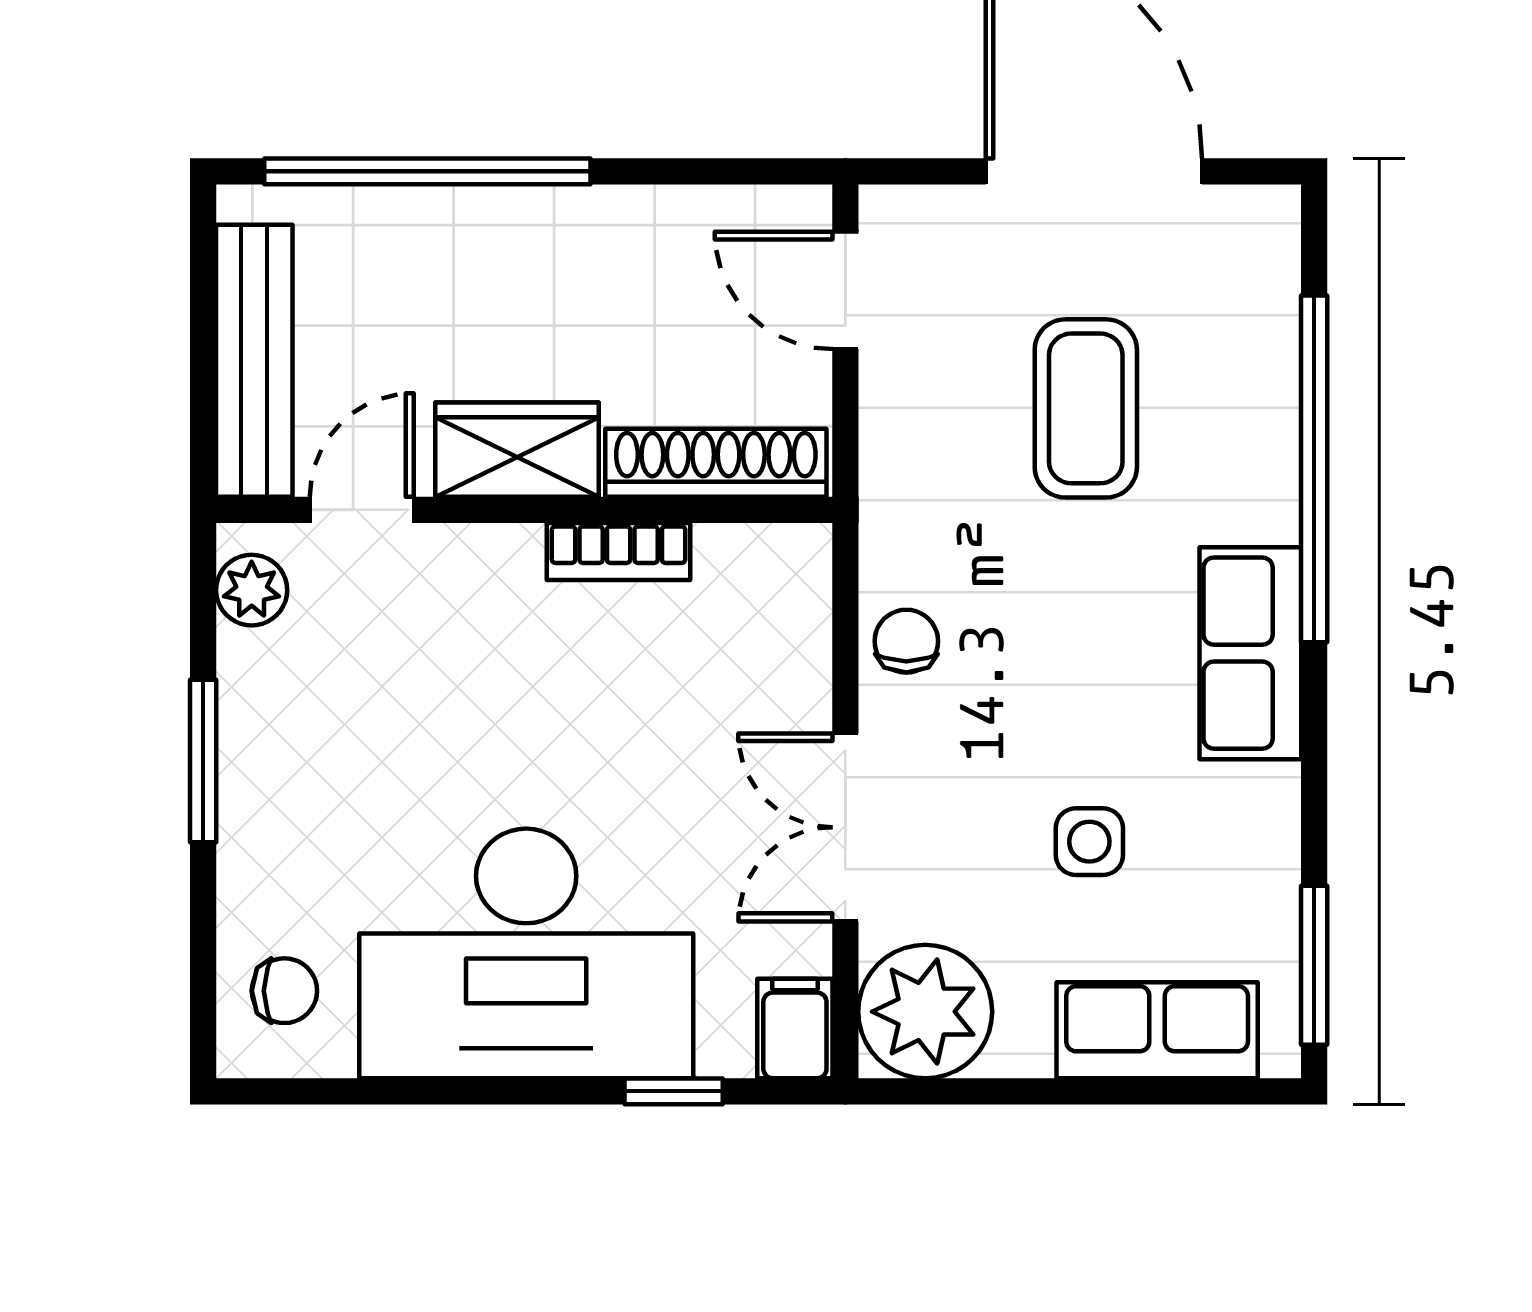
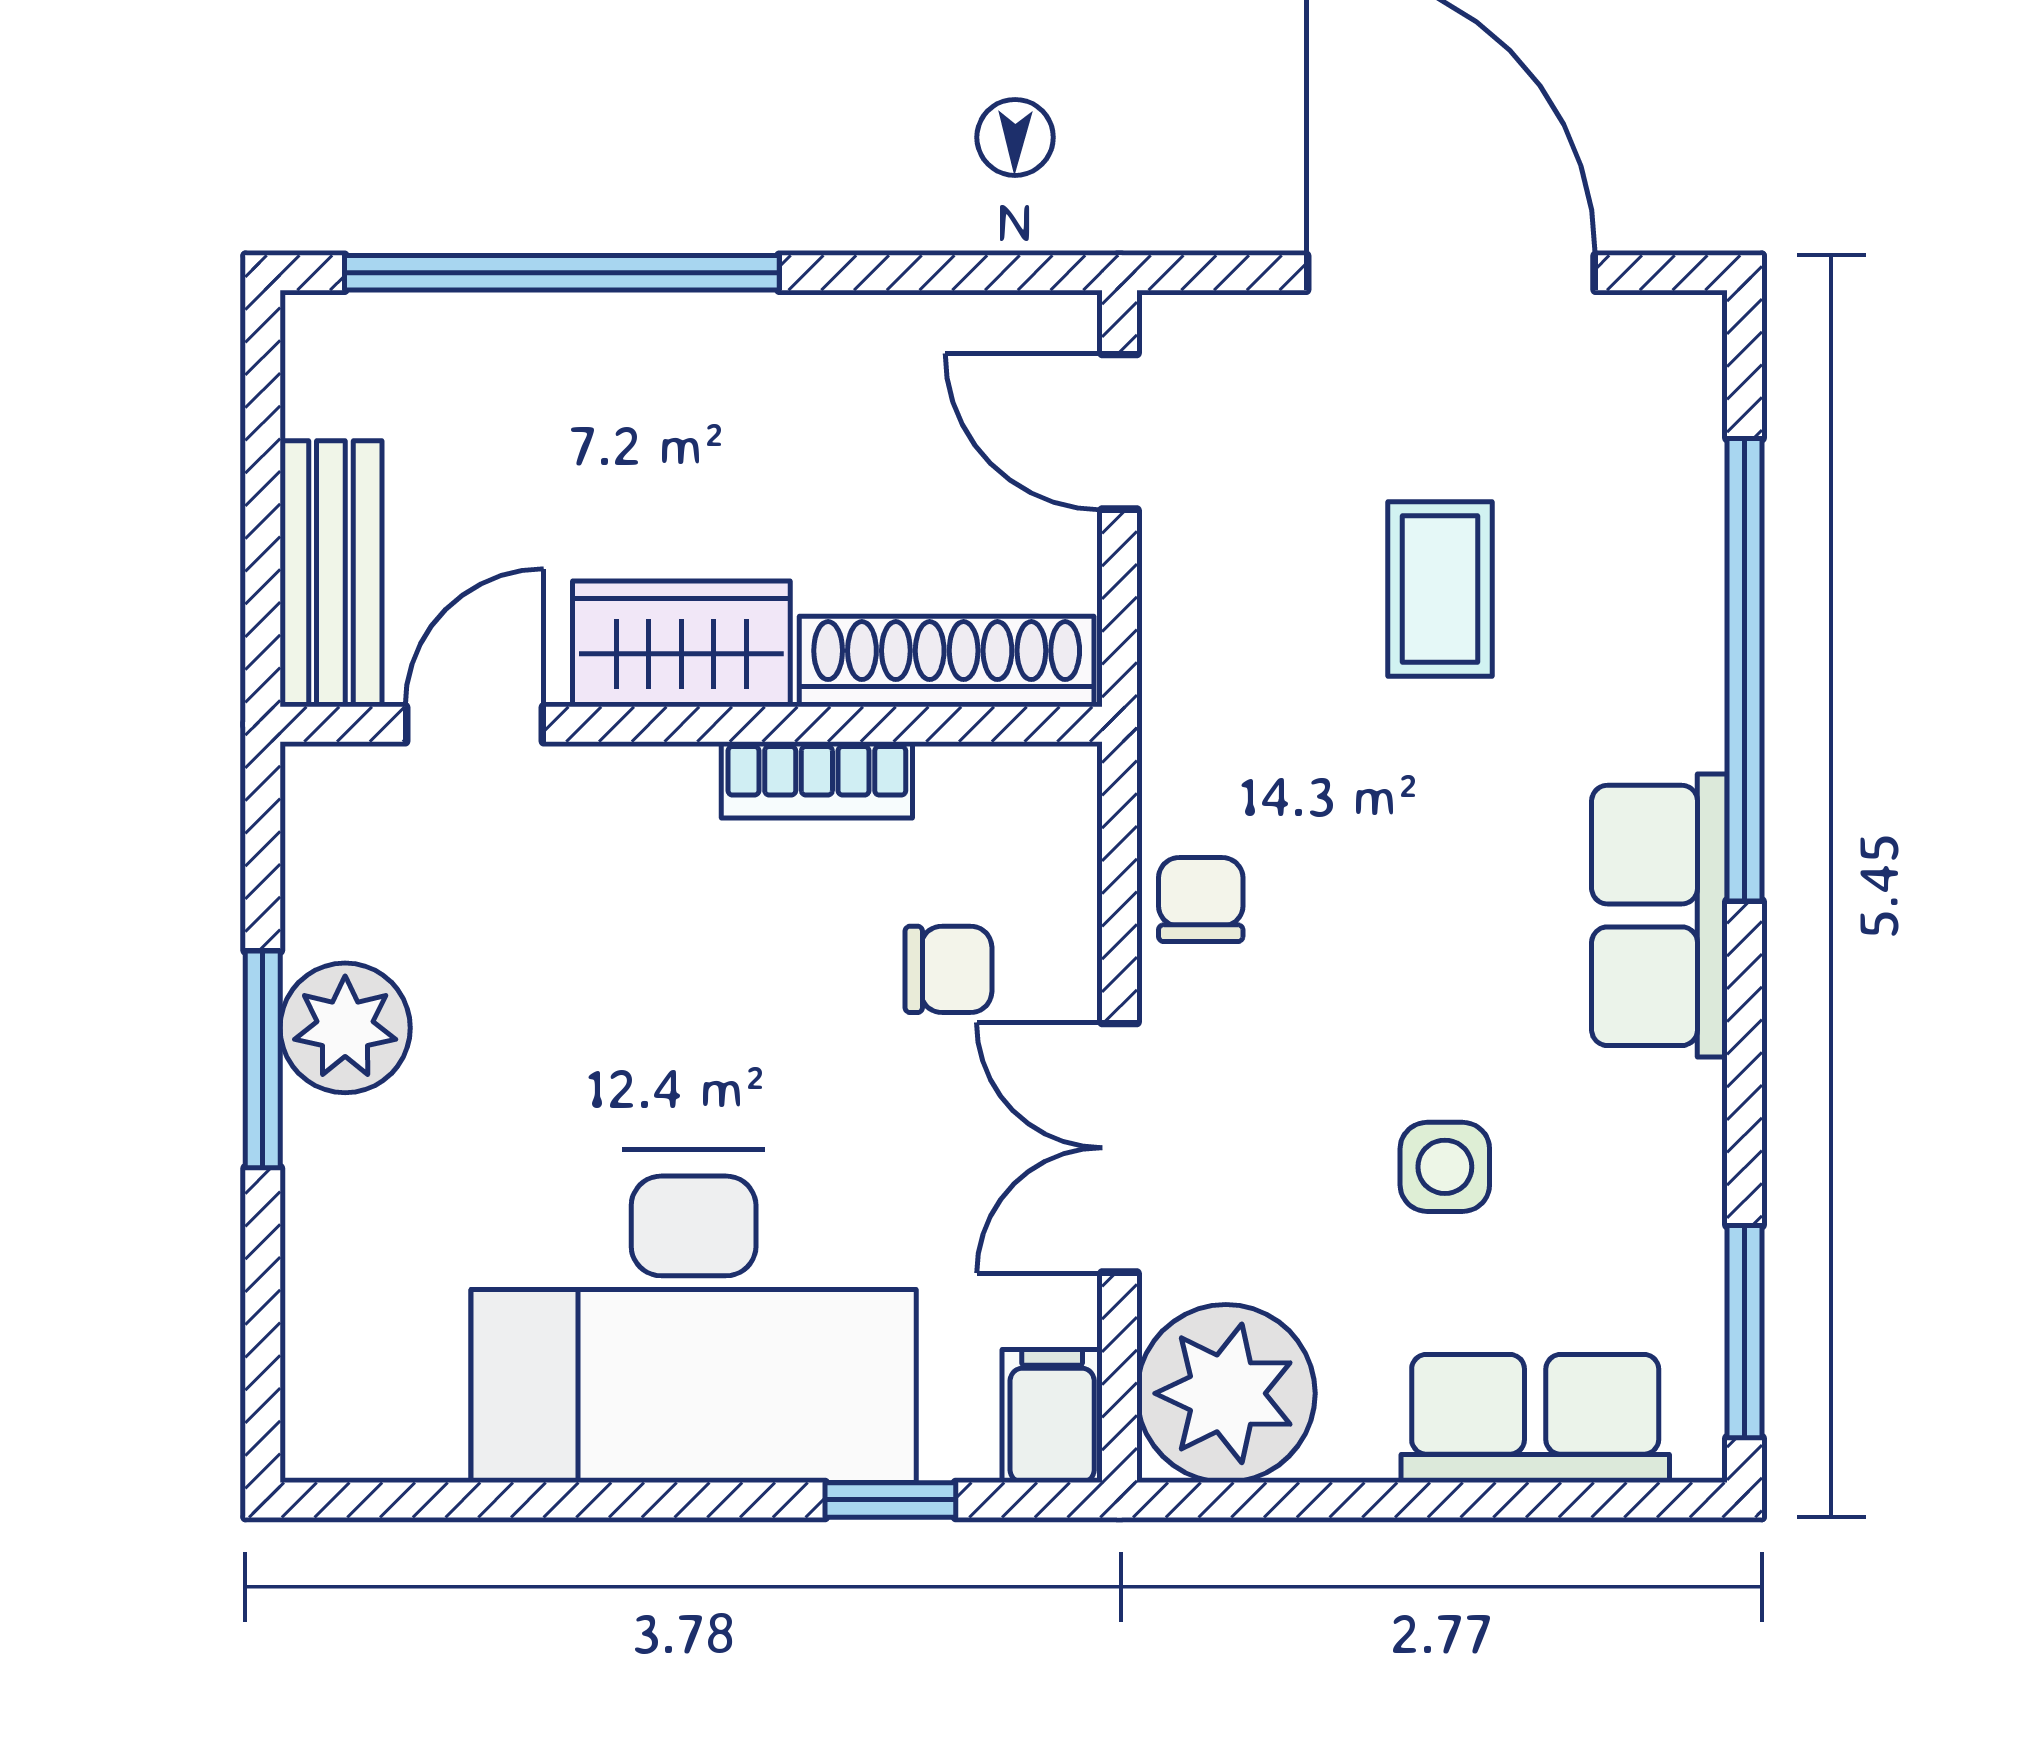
bench: (254, 361) -> (331, 574), width x0.73
coffee table: (1086, 408) -> (1440, 589), width x0.73, depth x0.77
plant: (252, 590) -> (345, 1028), moved, width x1.38, depth x1.38
chair: (284, 991) -> (948, 969), moved

